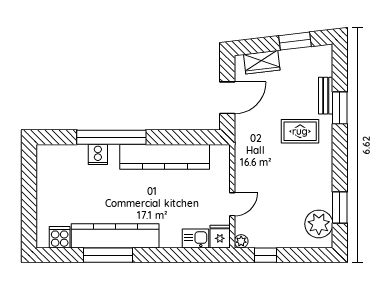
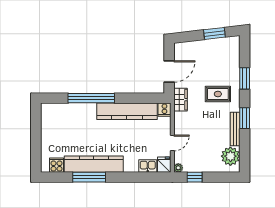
wardrobe: (262, 62) -> (180, 100), moved, turned -83
bench: (326, 96) -> (235, 129), moved, width x1.36
cooker: (98, 154) -> (164, 110), moved
window: (340, 207) -> (245, 118), moved

